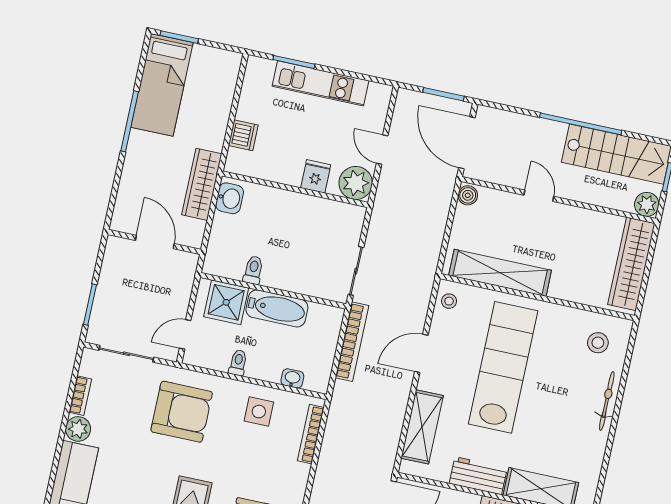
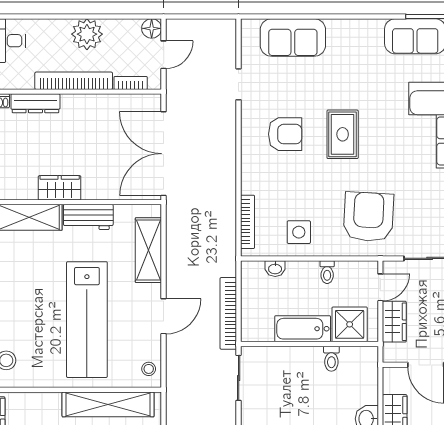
wardrobe: (178, 295) -> (394, 322), added
armchair: (182, 412) -> (368, 217), turned 93

